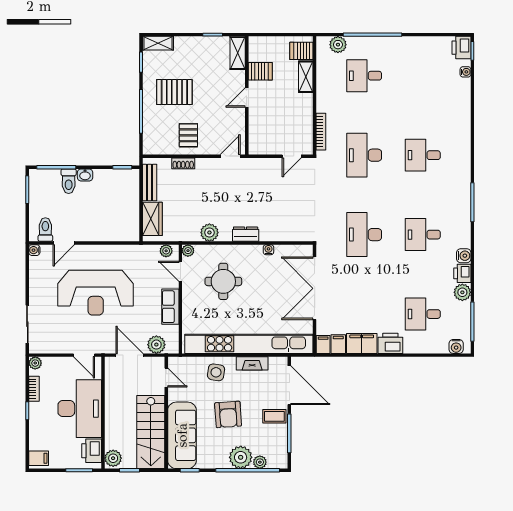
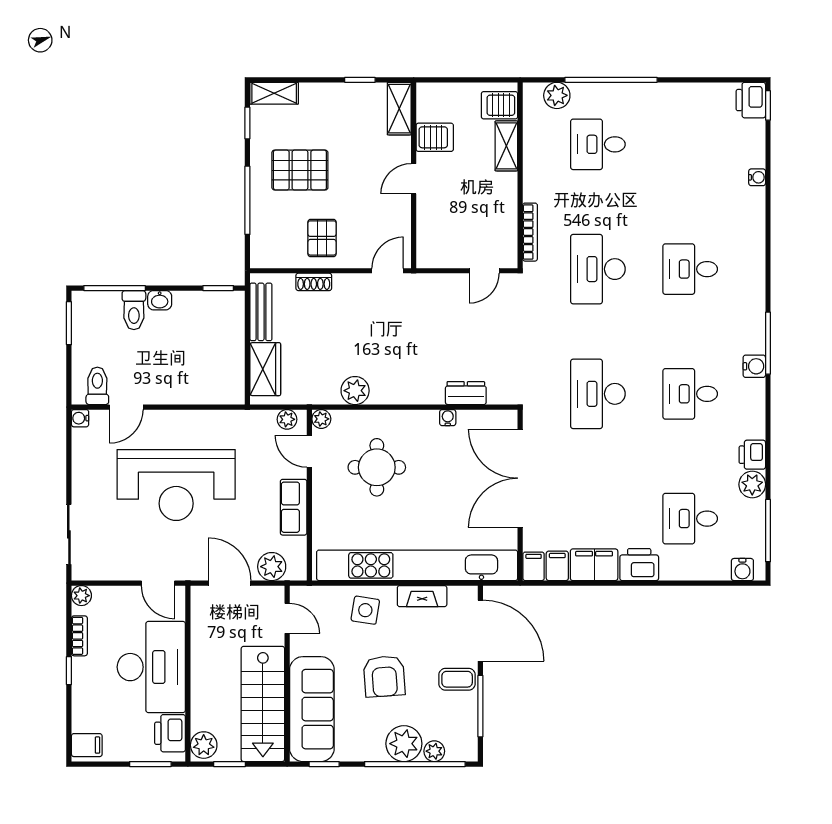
water cooler: (465, 72) -> (757, 177), moved
dresser: (246, 234) -> (466, 393), moved
water cooler: (464, 256) -> (754, 366), moved

